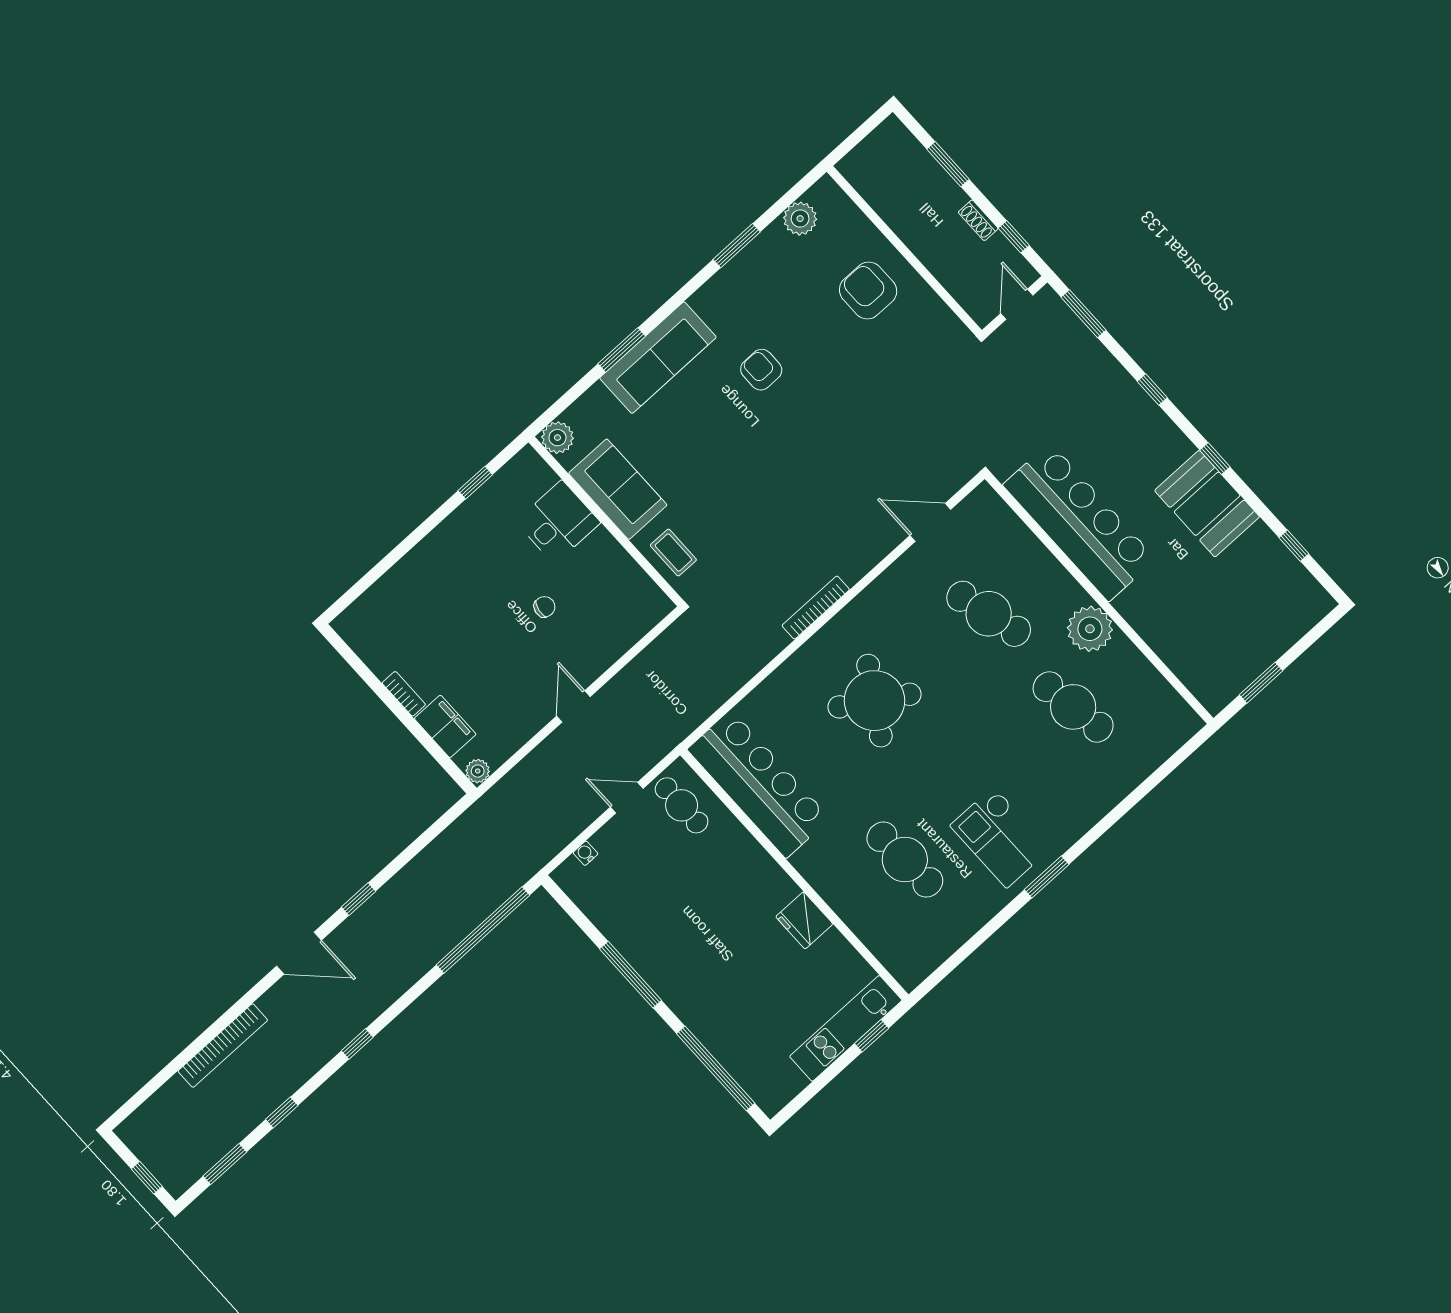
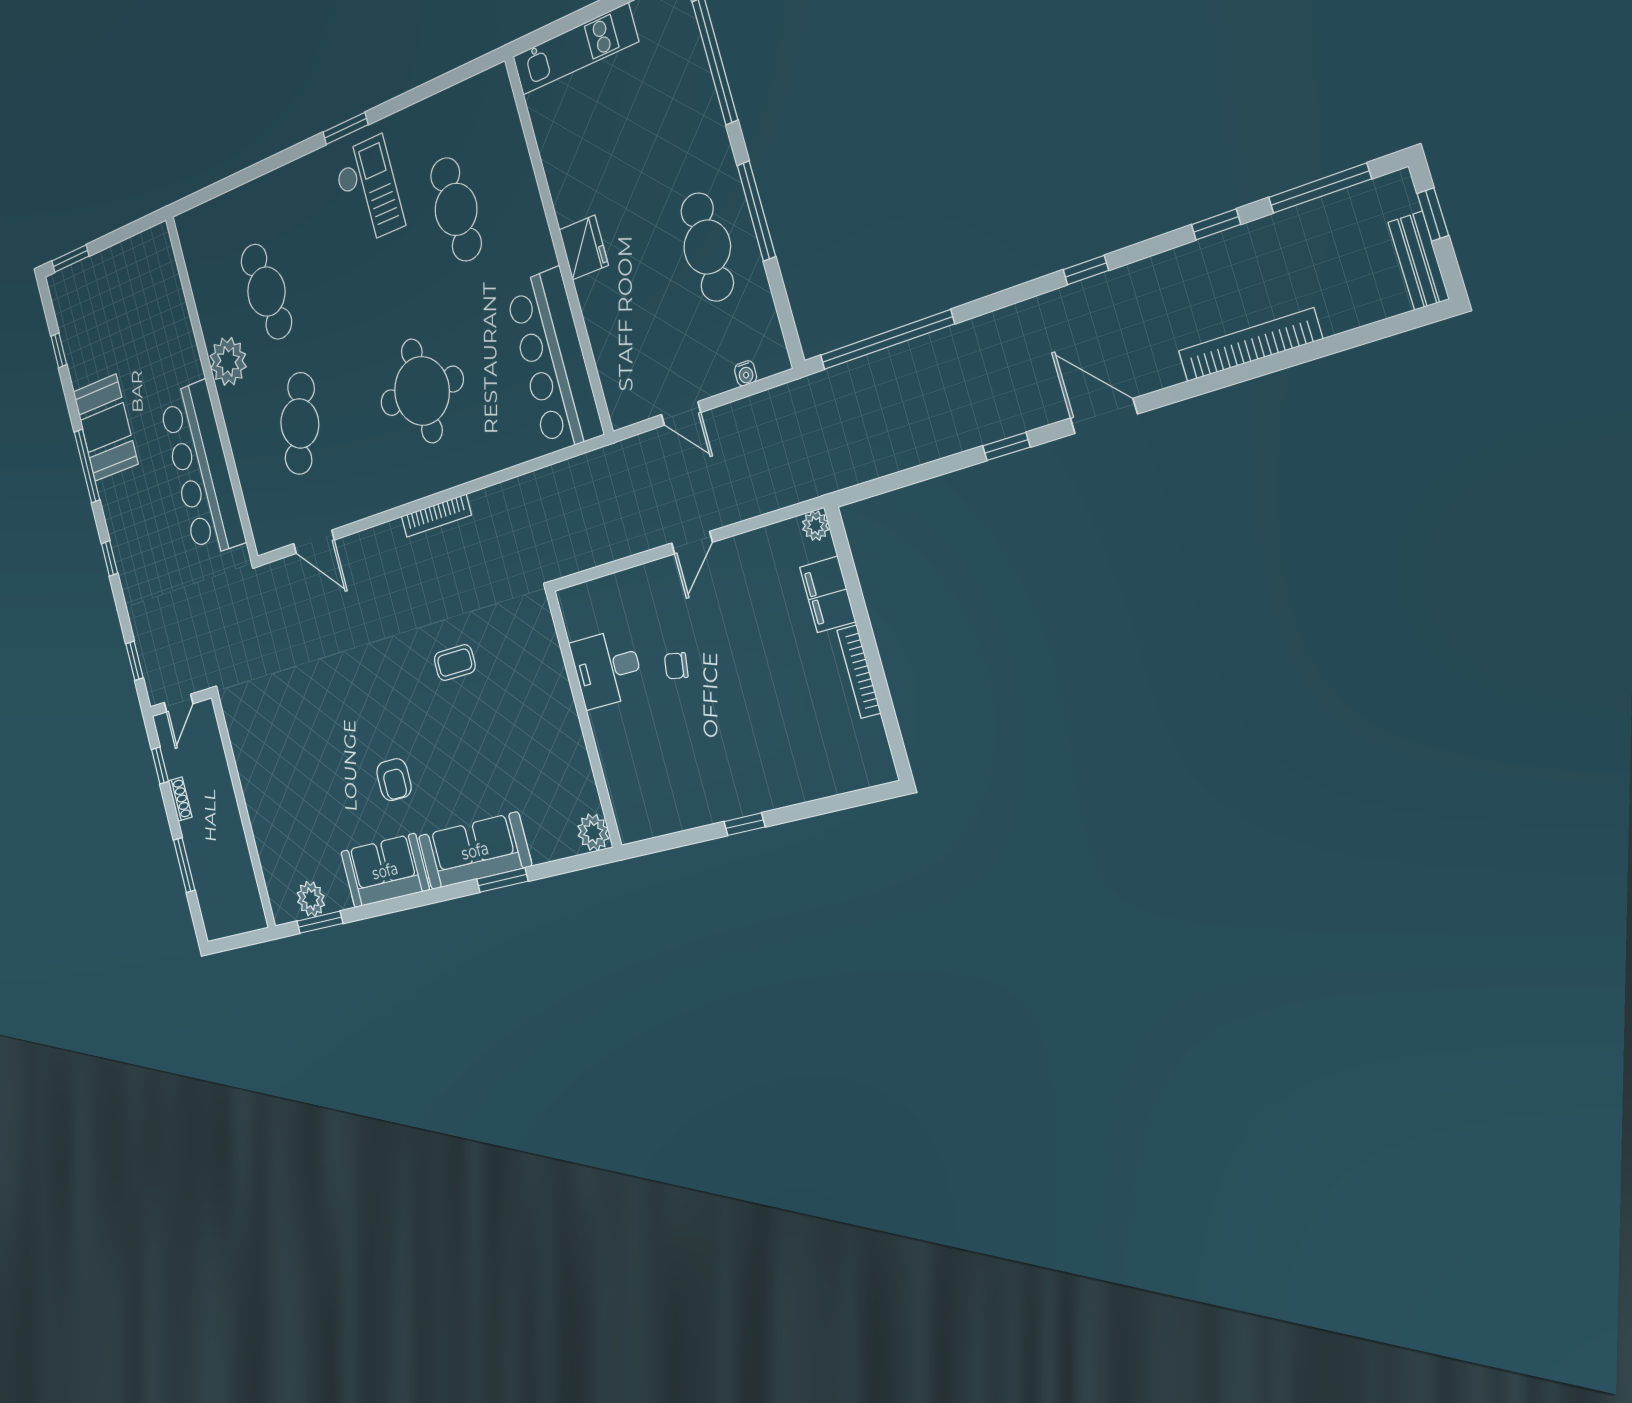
window: (737, 246) -> (320, 922), moved
armchair: (868, 291) -> (283, 795), removed
window: (1084, 314) -> (134, 661), width x0.67
window: (1215, 459) -> (87, 466), width x2.17
window: (475, 483) -> (745, 824), moved
sofa: (618, 489) -> (385, 871), moved, turned 90
desk: (558, 522) -> (607, 669), moved
coffee table: (673, 553) -> (455, 663), moved, turned 90
cafe table: (989, 614) -> (300, 423), turned 36
window: (1261, 683) -> (70, 259), moved
bookcase: (404, 694) -> (859, 672), width x1.56
round table: (874, 701) -> (422, 391), turned -32
cafe table: (682, 805) -> (707, 247), moved, width x1.37, depth x1.35
fridge: (804, 920) -> (584, 247), moved
window: (872, 1036) -> (555, 30), removed
bench: (142, 1146) -> (1419, 261), added
window: (225, 1164) -> (1320, 188), width x1.44

